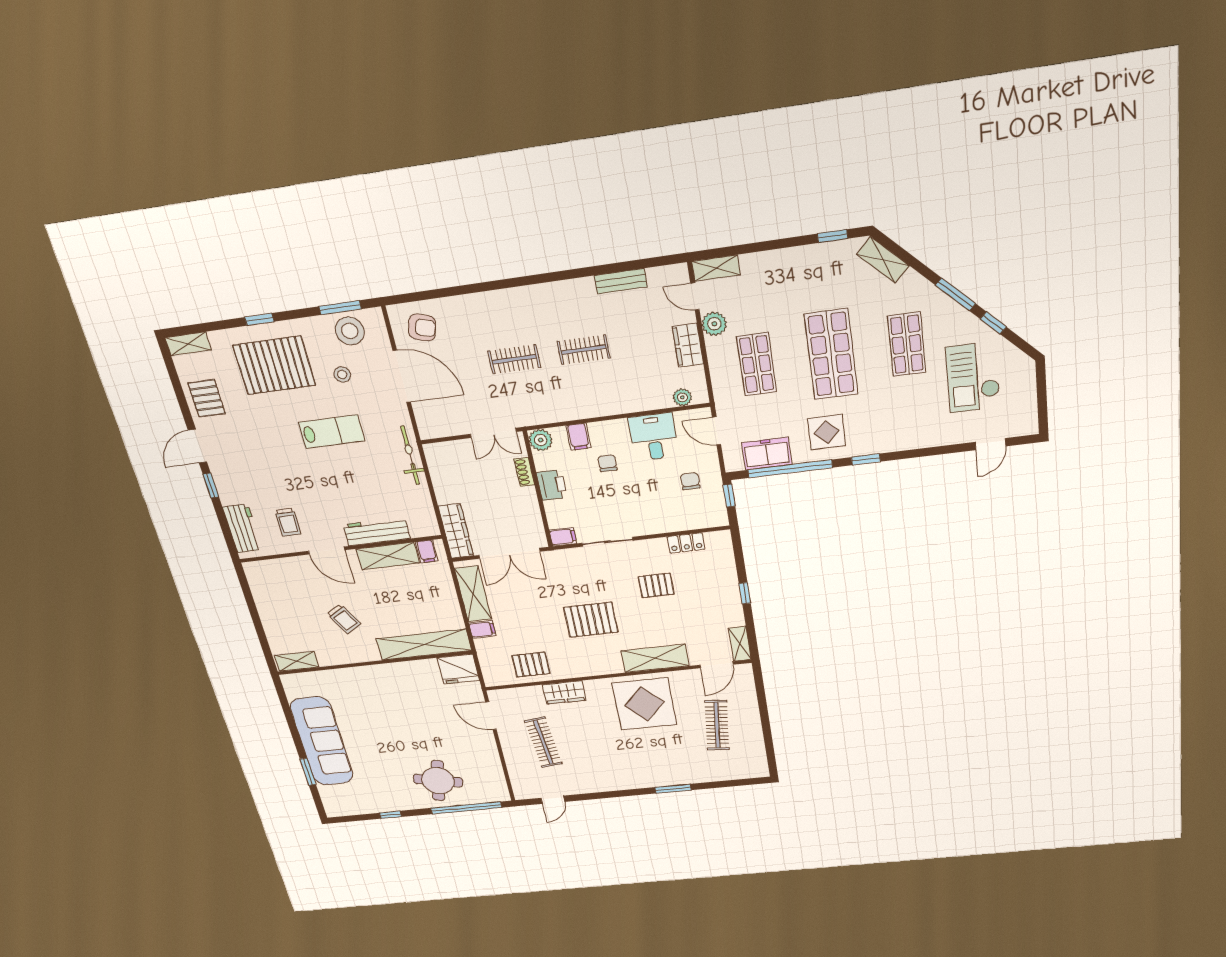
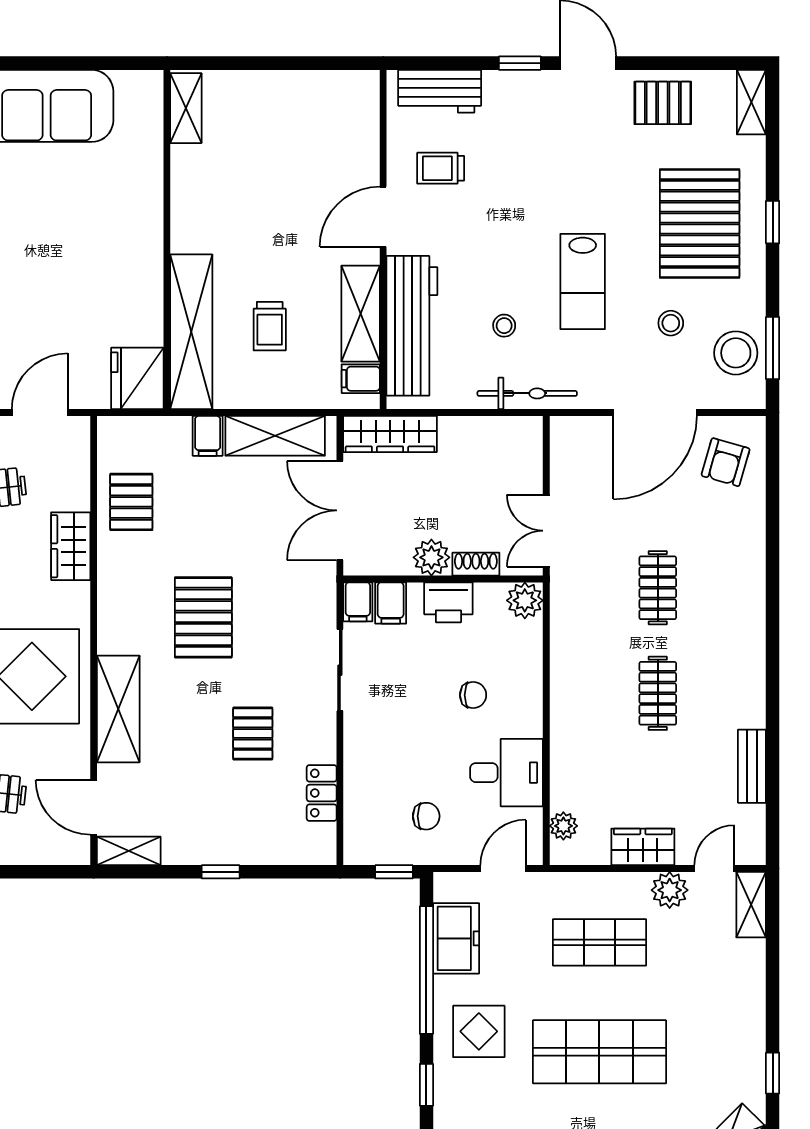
filing cabinet: (578, 437) -> (391, 603), moved, turned -90
stool: (372, 474) -> (504, 326), added
plant: (526, 498) -> (431, 557), added
workbench: (377, 532) -> (412, 326), width x1.36, depth x1.32
trolley: (344, 619) -> (270, 326), moved, turned -60

